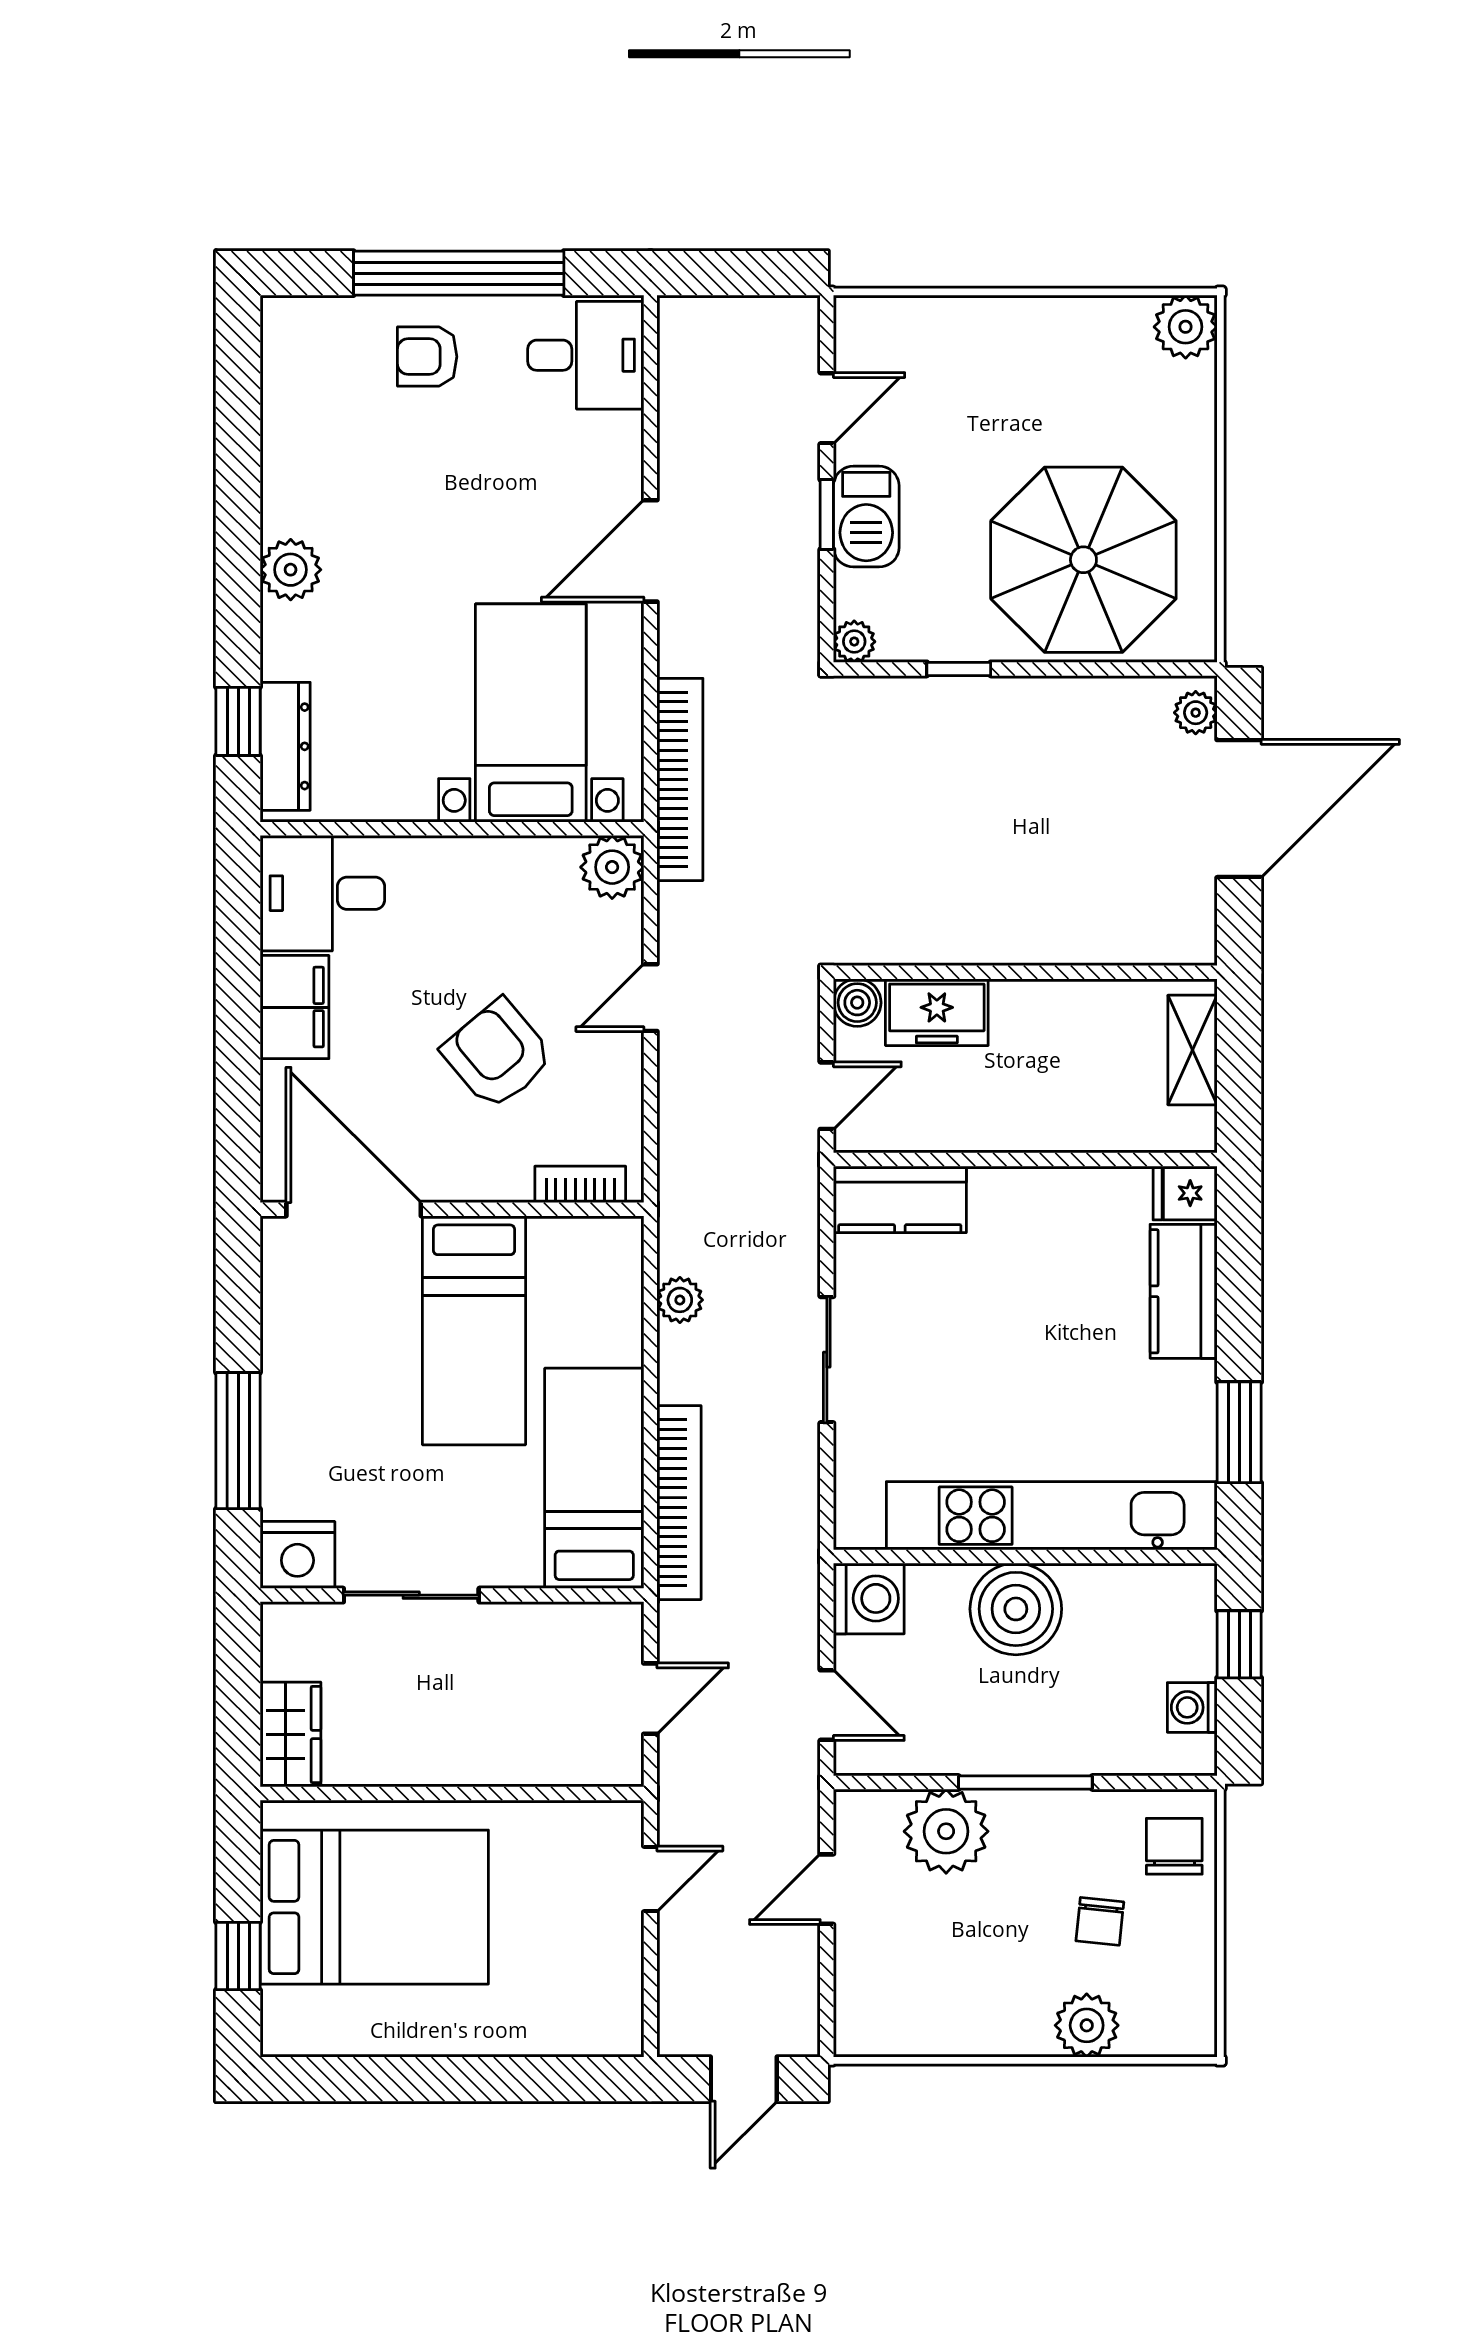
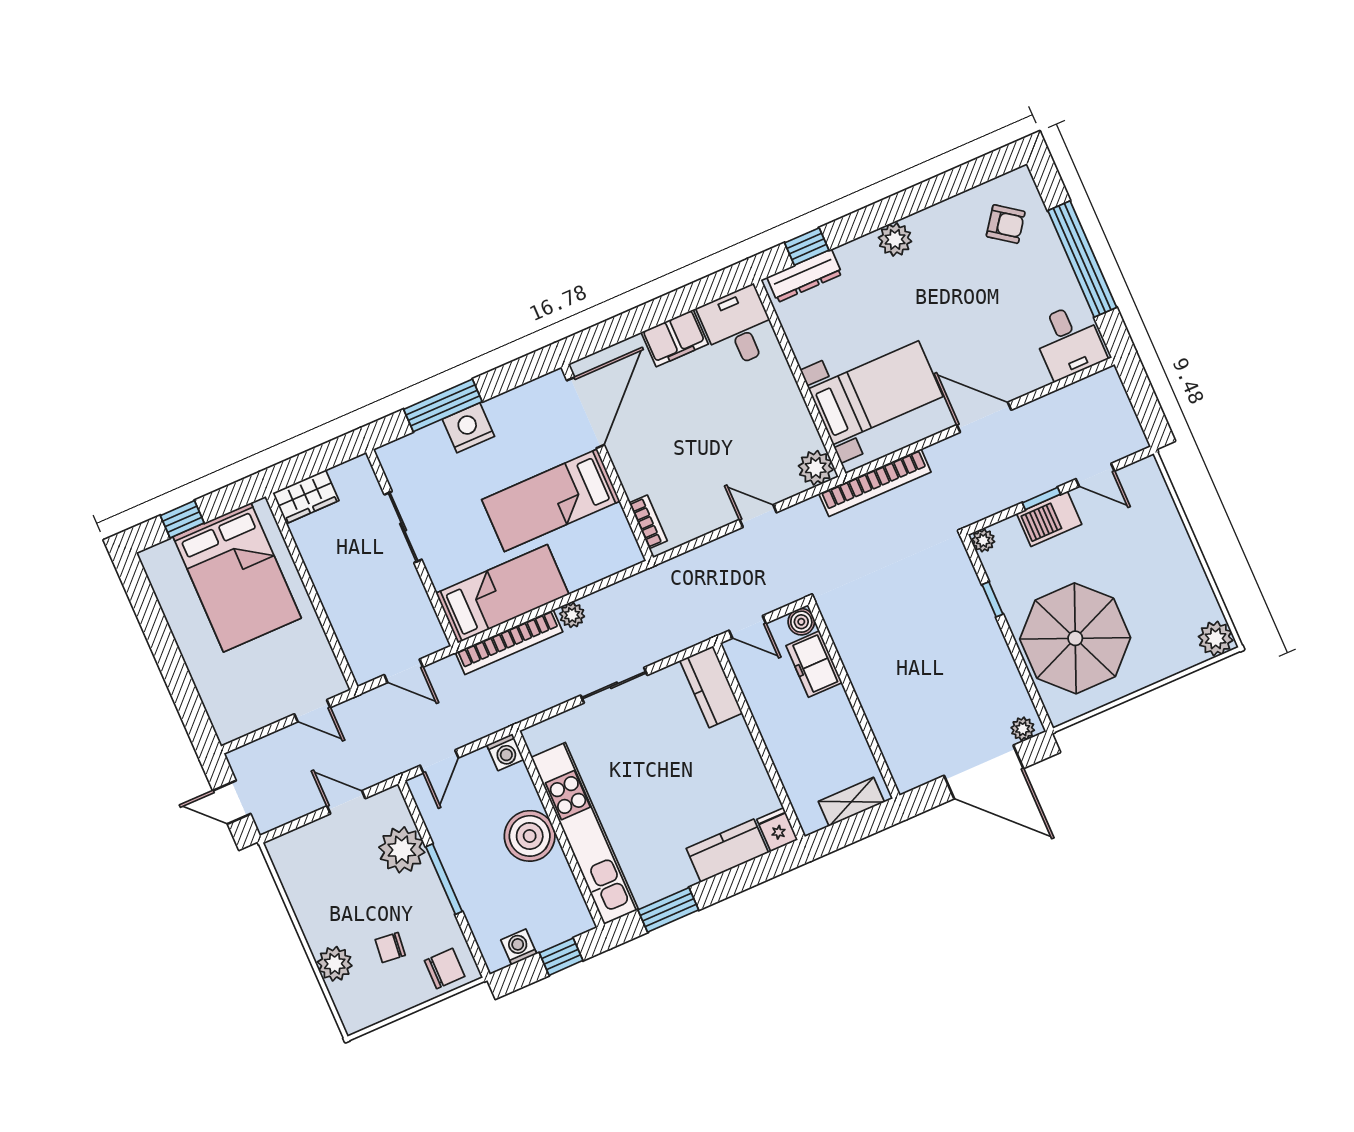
armchair: (427, 357) -> (1006, 224), moved, turned 126
armchair: (498, 1054) -> (696, 451), removed
plant: (680, 1300) -> (572, 615), moved
nightstand: (297, 1555) -> (468, 428), moved, turned 90
washing machine: (869, 1598) -> (505, 752), width x0.73, depth x0.73

